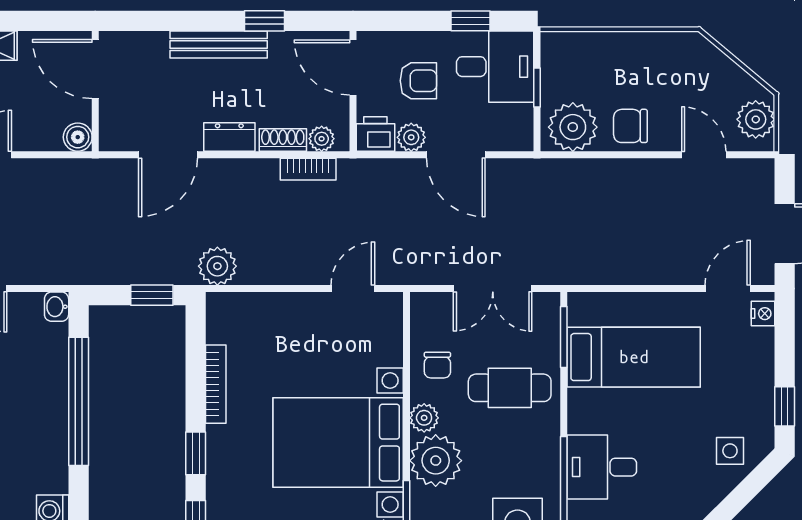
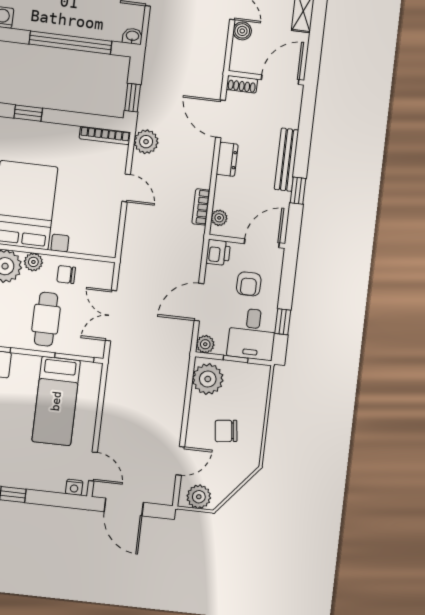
chair: (630, 126) -> (226, 431), moved, turned -97
boiler: (78, 137) -> (242, 31), moved
plant: (411, 137) -> (205, 344), moved
shoe rack: (283, 140) -> (242, 84), moved, turned 90
door: (353, 289) -> (126, 188), moved
bookcase: (216, 384) -> (105, 136), moved

